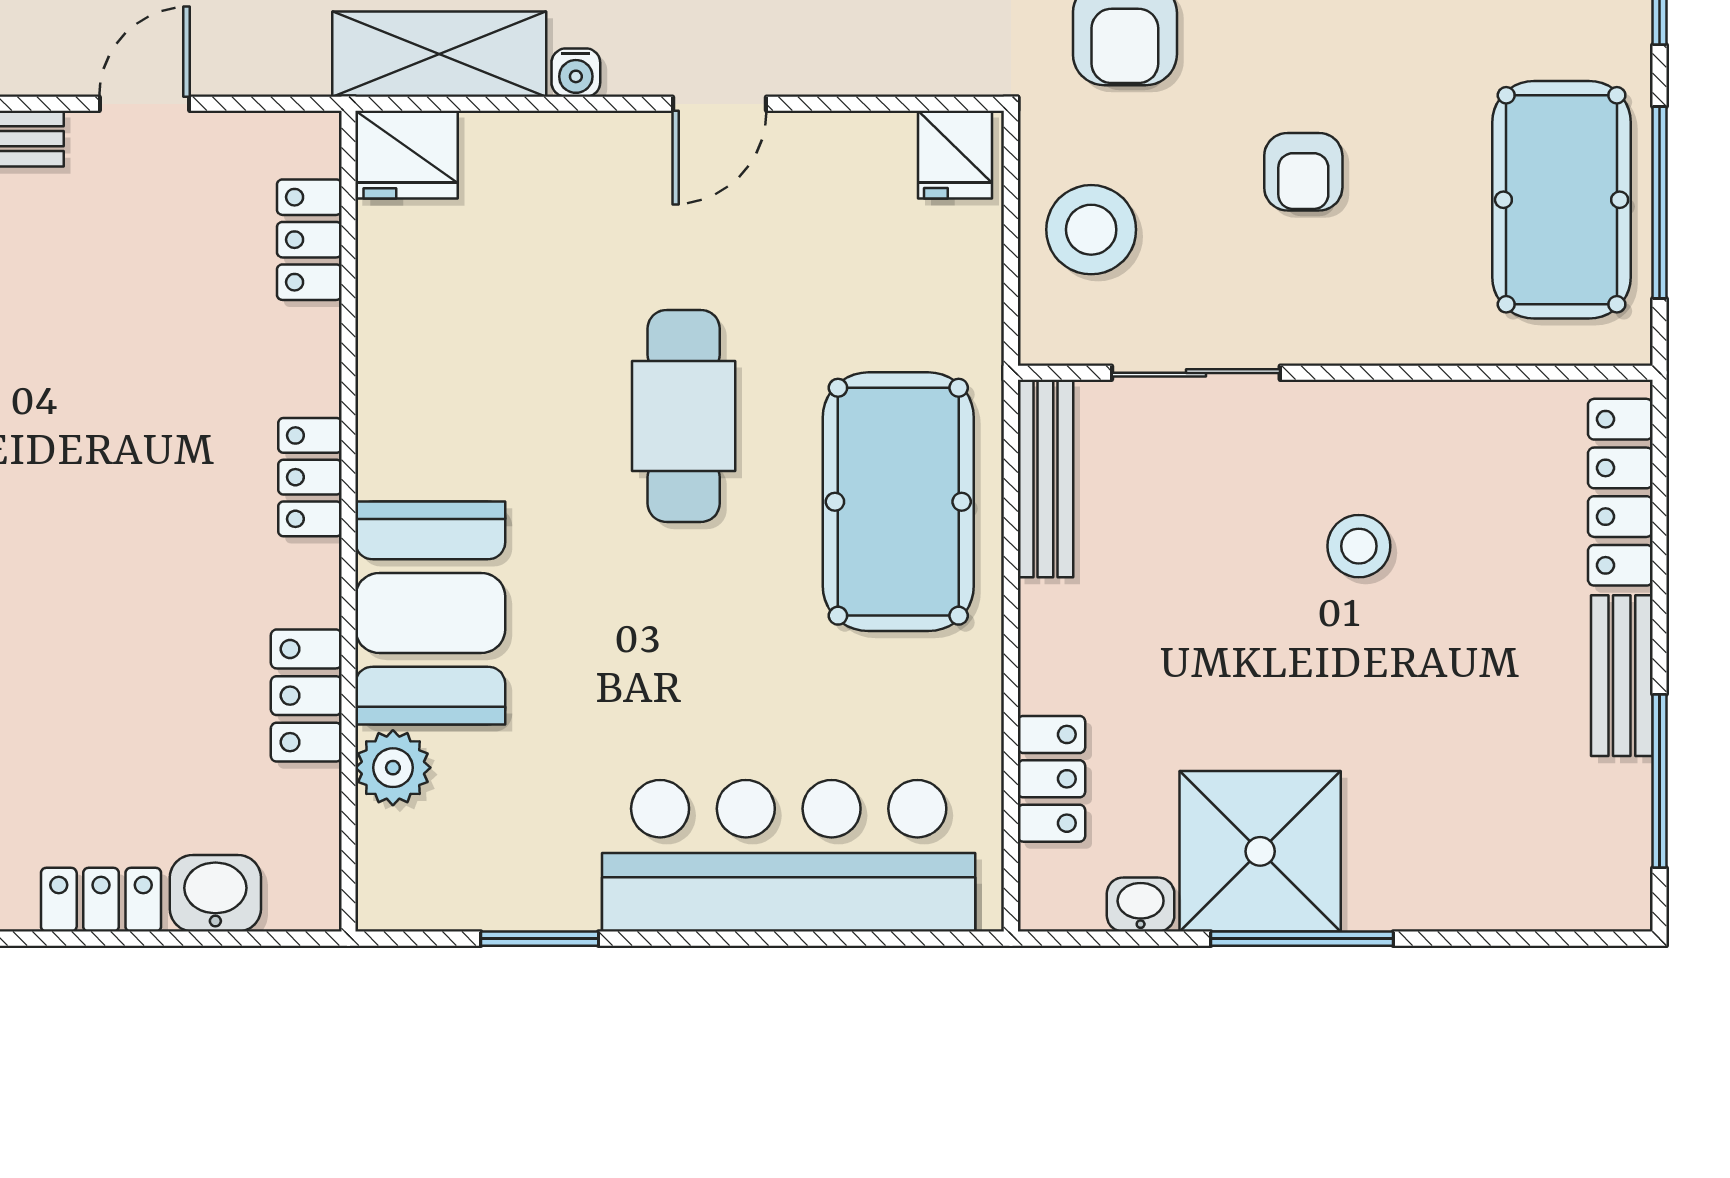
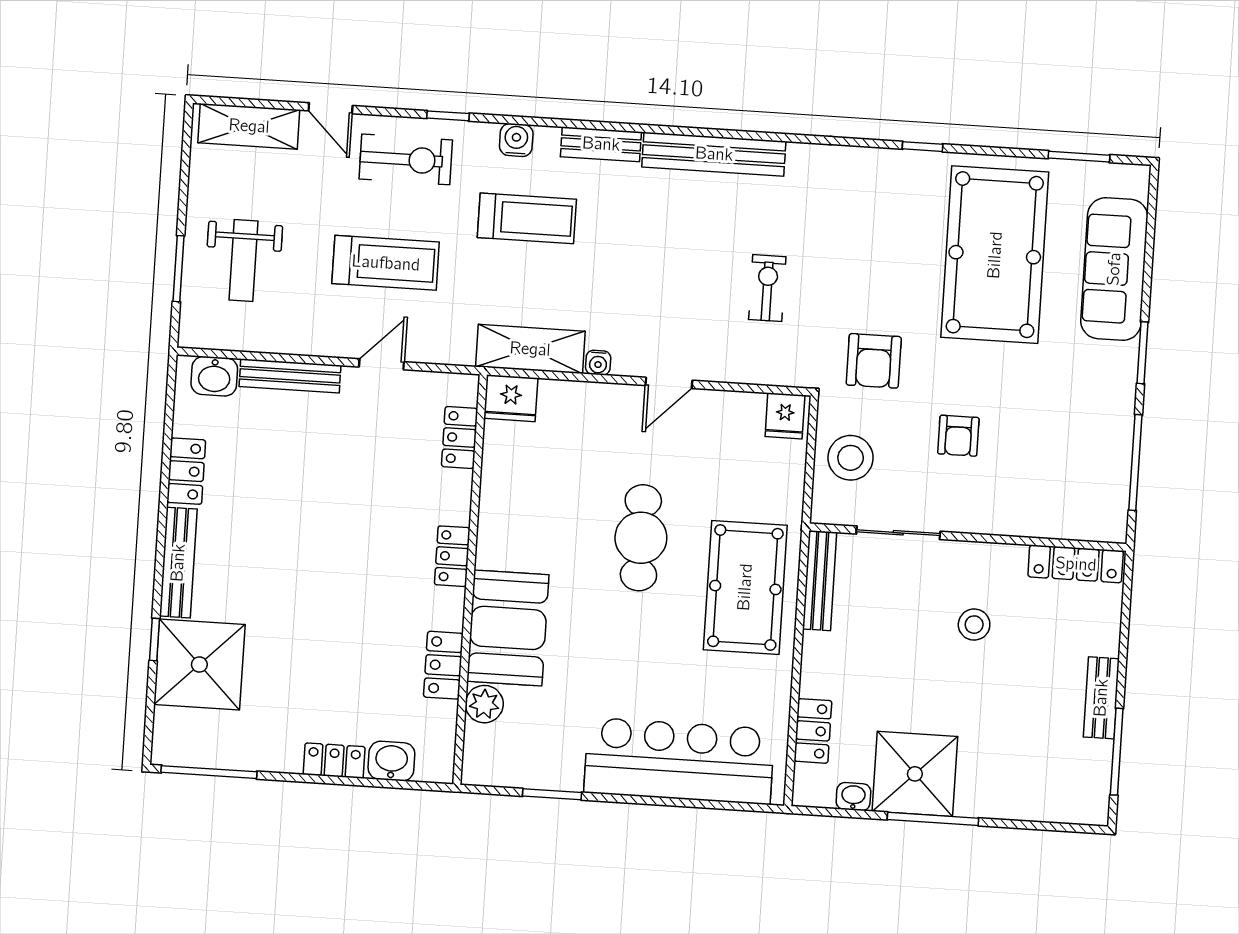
pool table: (1562, 200) -> (1087, 458), removed
locker: (1620, 492) -> (1076, 564), moved, turned -90

